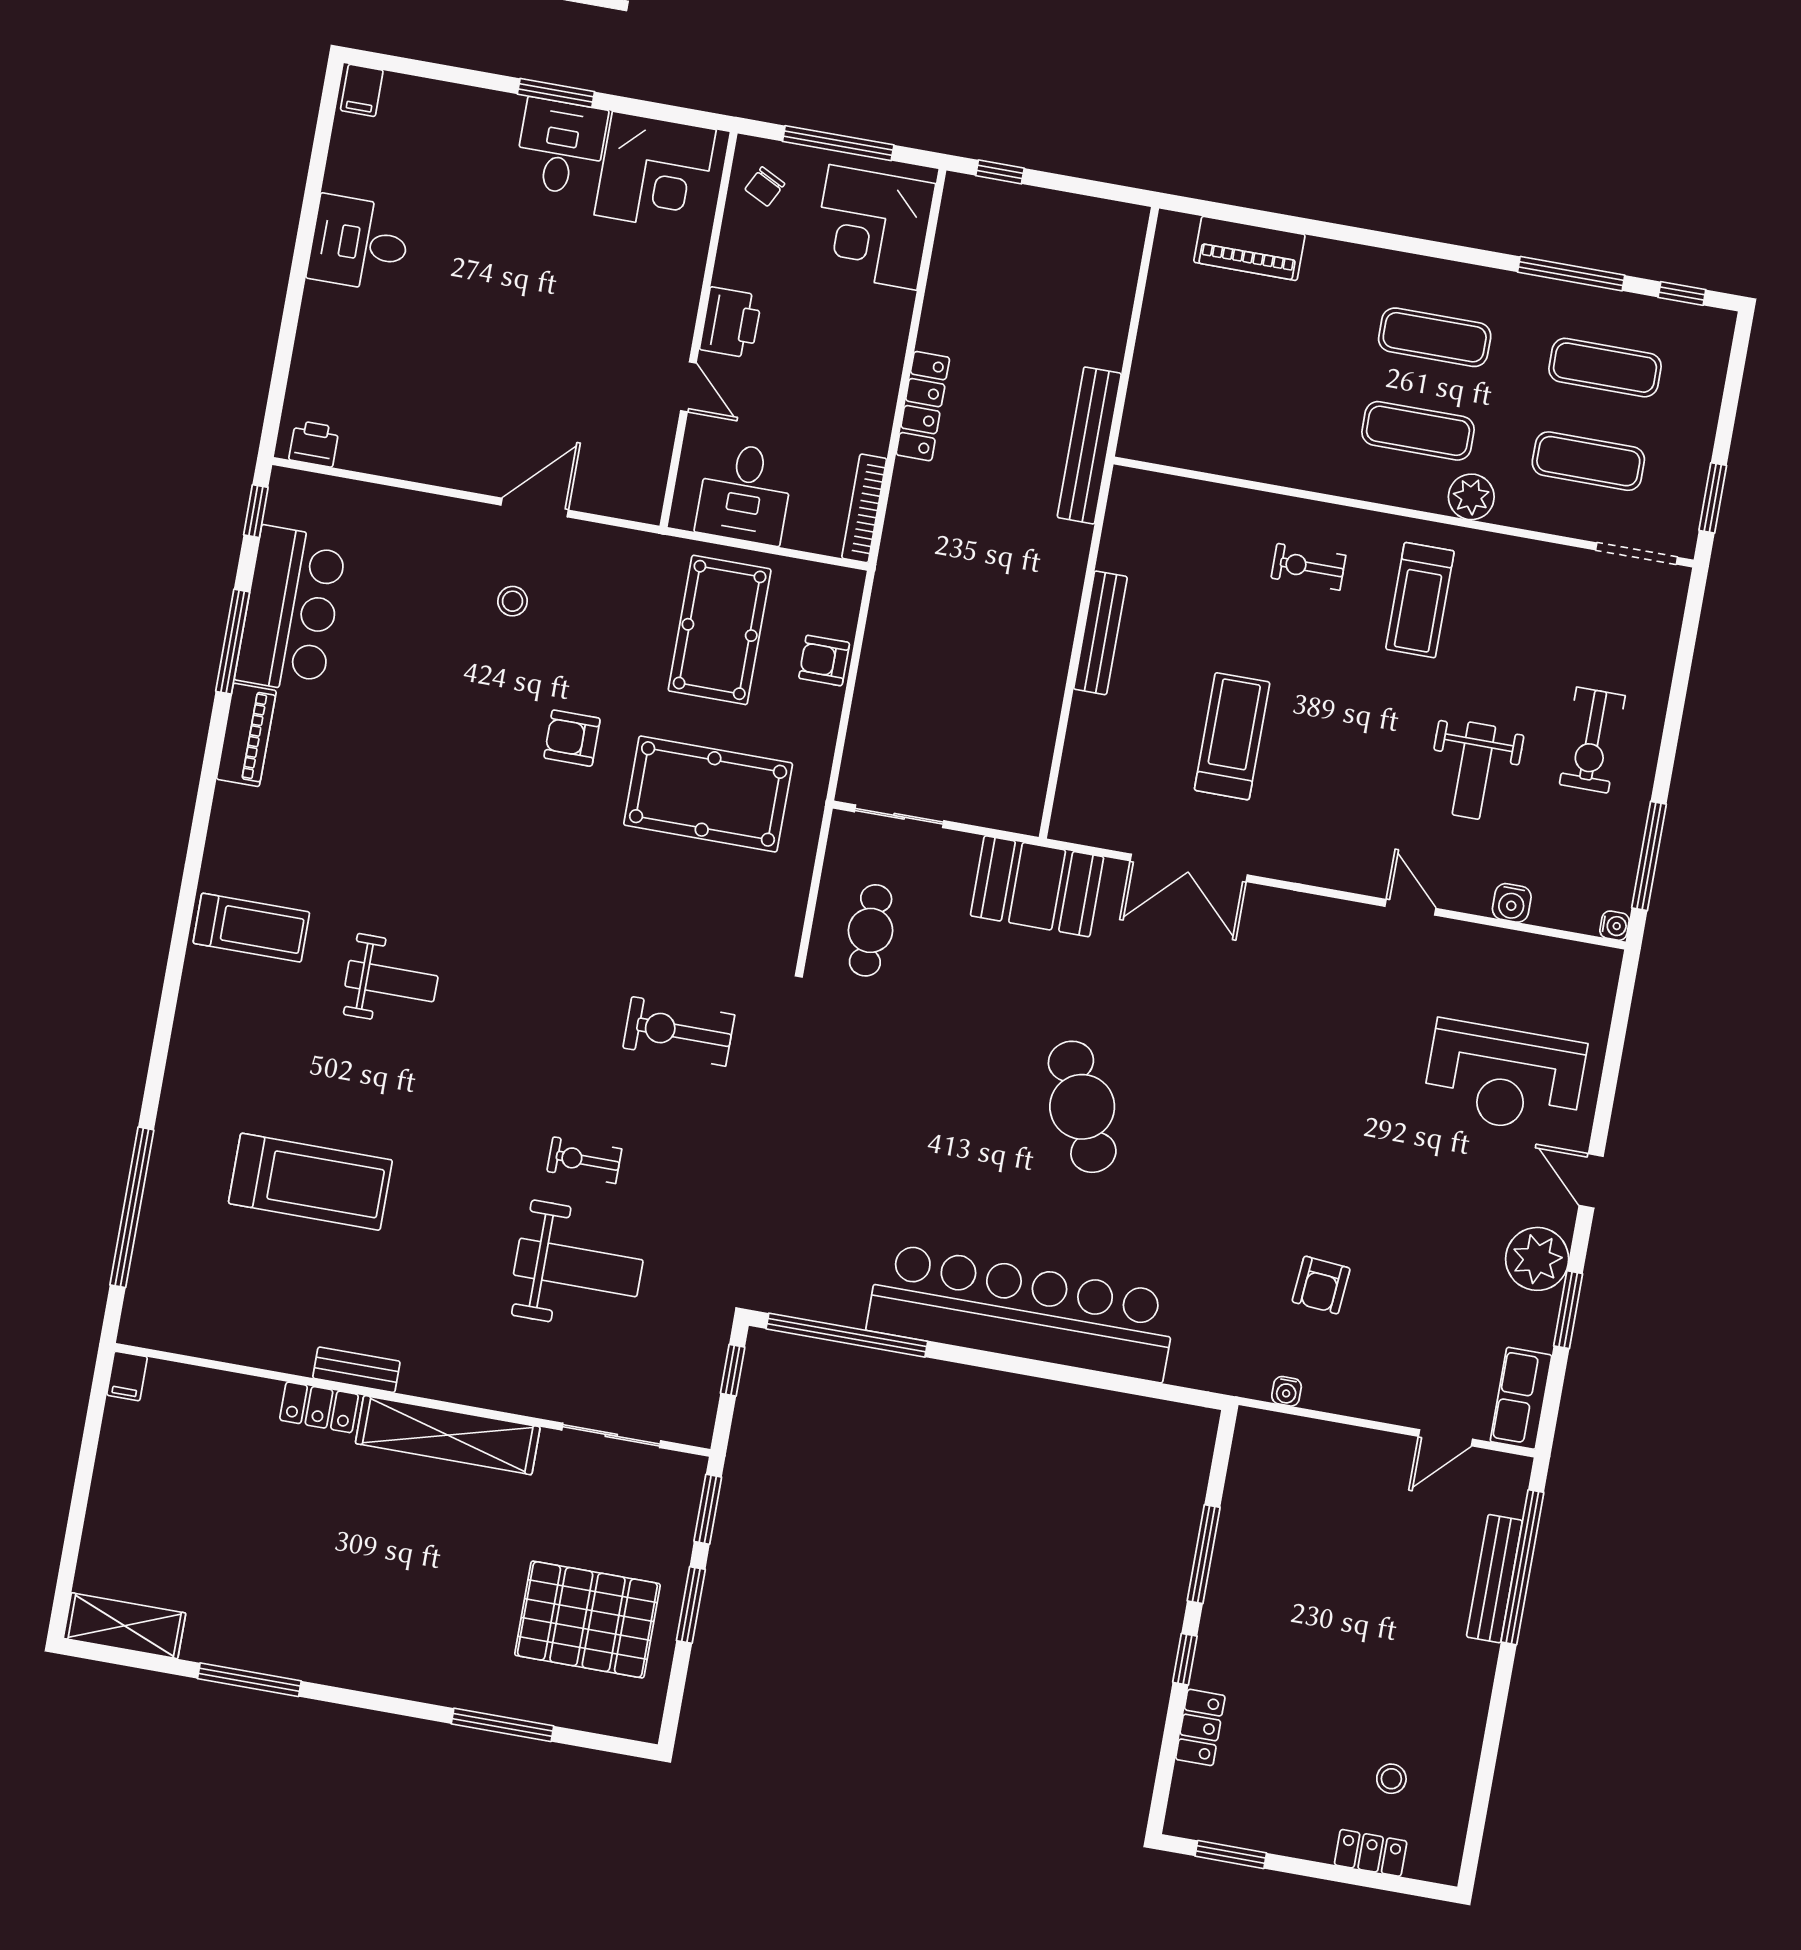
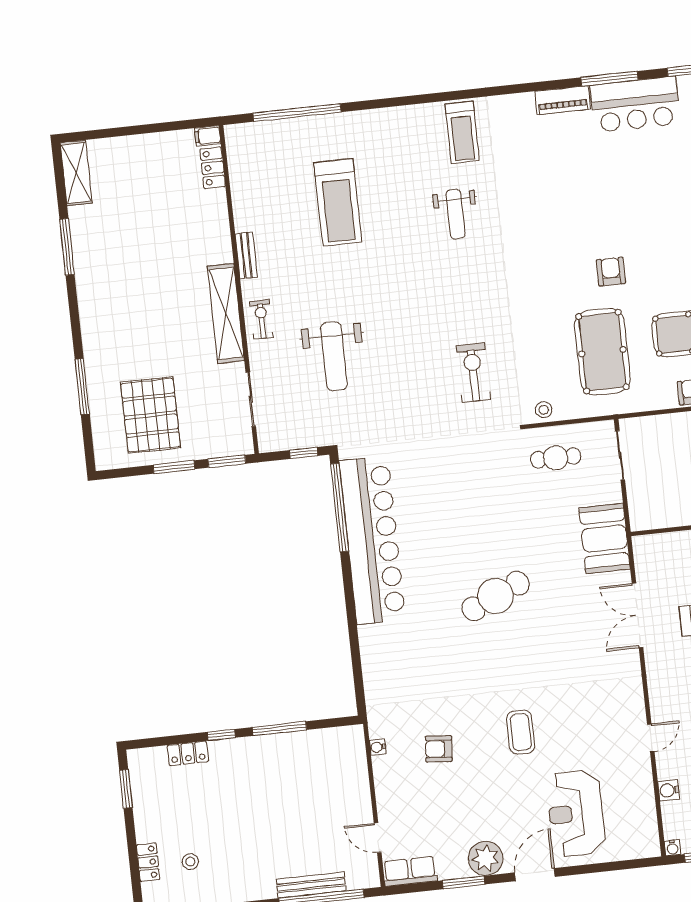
stool: (513, 601) -> (544, 410), moved
coffee table: (1334, 1133) -> (521, 732), added
exercise bike: (584, 1160) -> (262, 319), moved
door: (1591, 1181) -> (535, 875), width x1.38
bar counter: (1022, 1312) -> (372, 540), moved
locker: (319, 1407) -> (213, 168), moved

